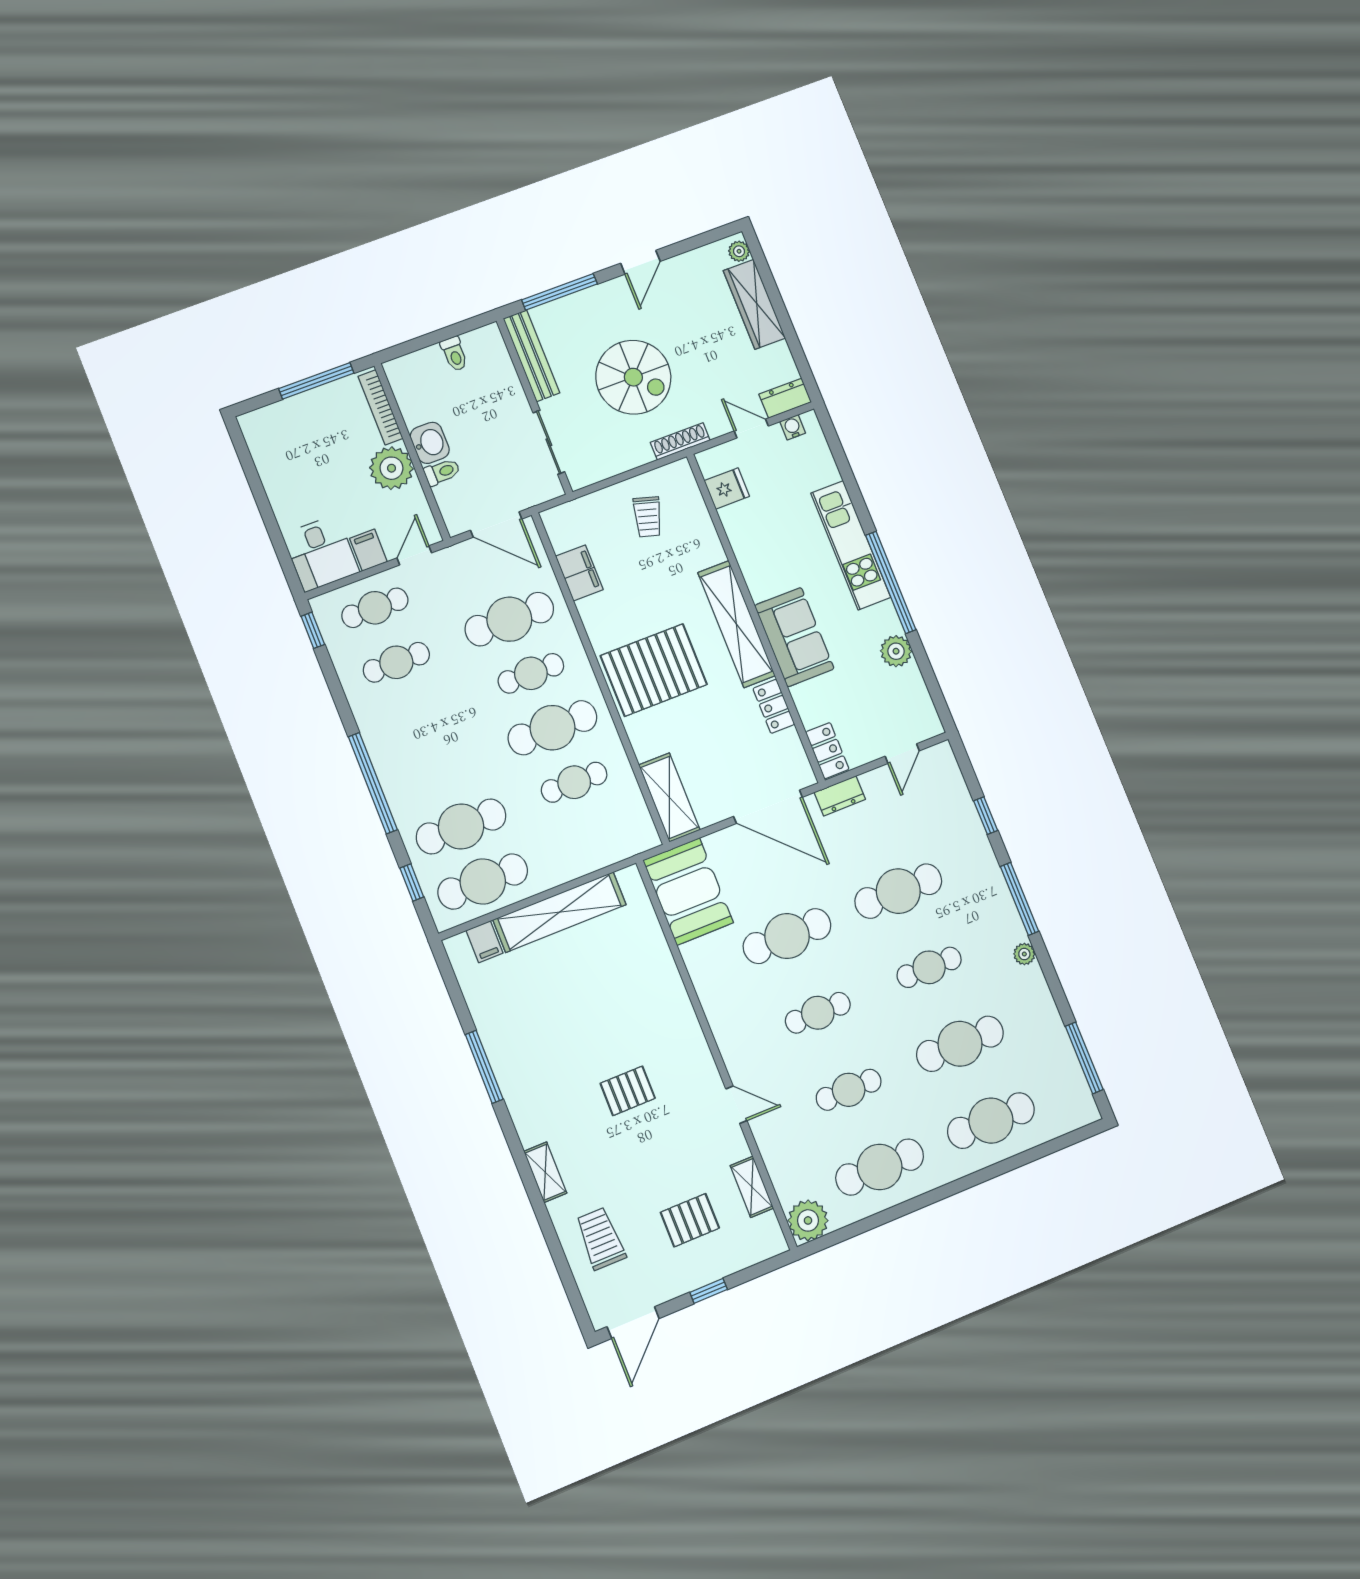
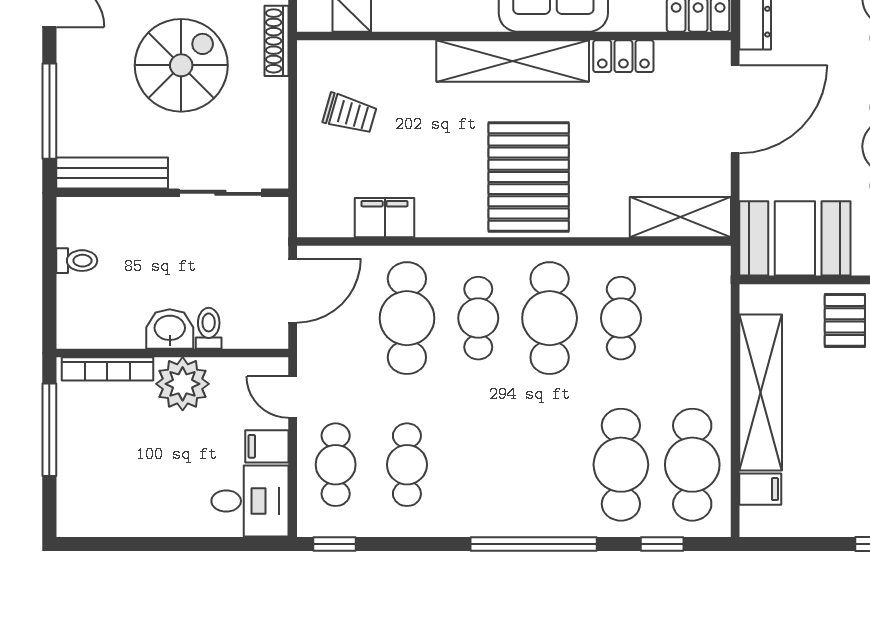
pallet: (641, 955) -> (845, 320), added

